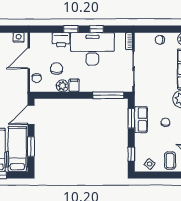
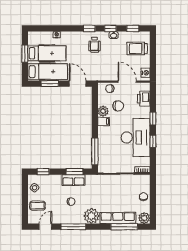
printer: (61, 40) -> (144, 99), moved

